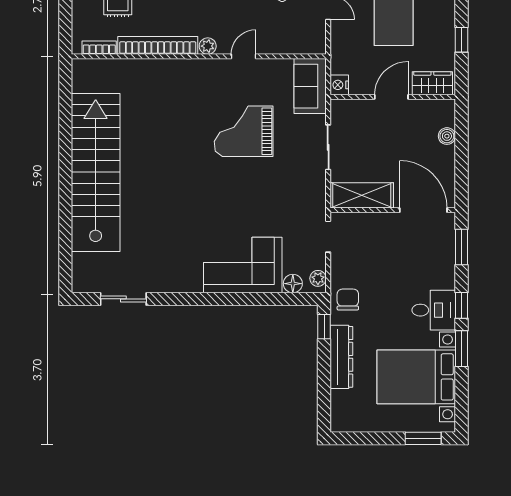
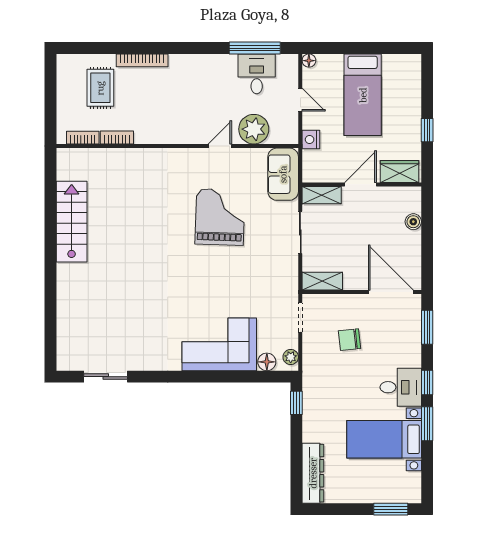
bookcase: (158, 45) -> (117, 138), width x0.43, depth x0.76
plant: (208, 46) -> (254, 129), moved, width x1.88, depth x1.88
nightstand: (339, 85) -> (311, 139), moved
shelving: (351, 108) -> (322, 195), added
grand piano: (244, 131) -> (220, 217), turned 92
stairs: (96, 172) -> (72, 222), width x0.54, depth x0.66
shelving: (362, 195) -> (322, 281), width x0.67, depth x0.75
chair: (348, 300) -> (350, 340), moved, turned -96
dresser: (341, 357) -> (313, 473), moved
bed with nightstands: (416, 377) -> (384, 439), width x0.73

